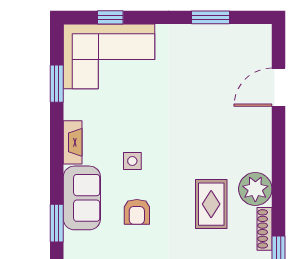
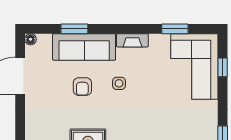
sofa: (82, 198) -> (84, 47), width x1.36
armchair: (137, 212) -> (82, 87), turned -90

